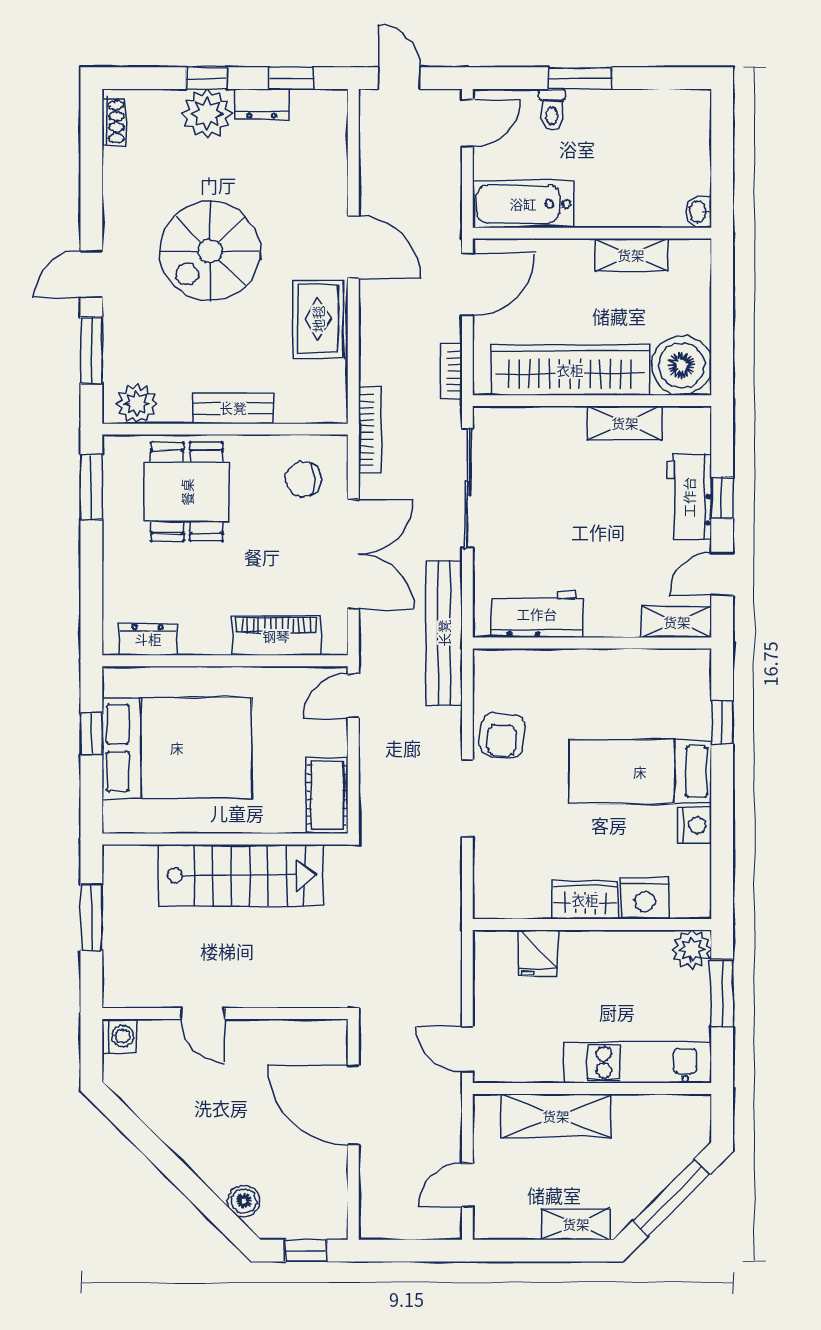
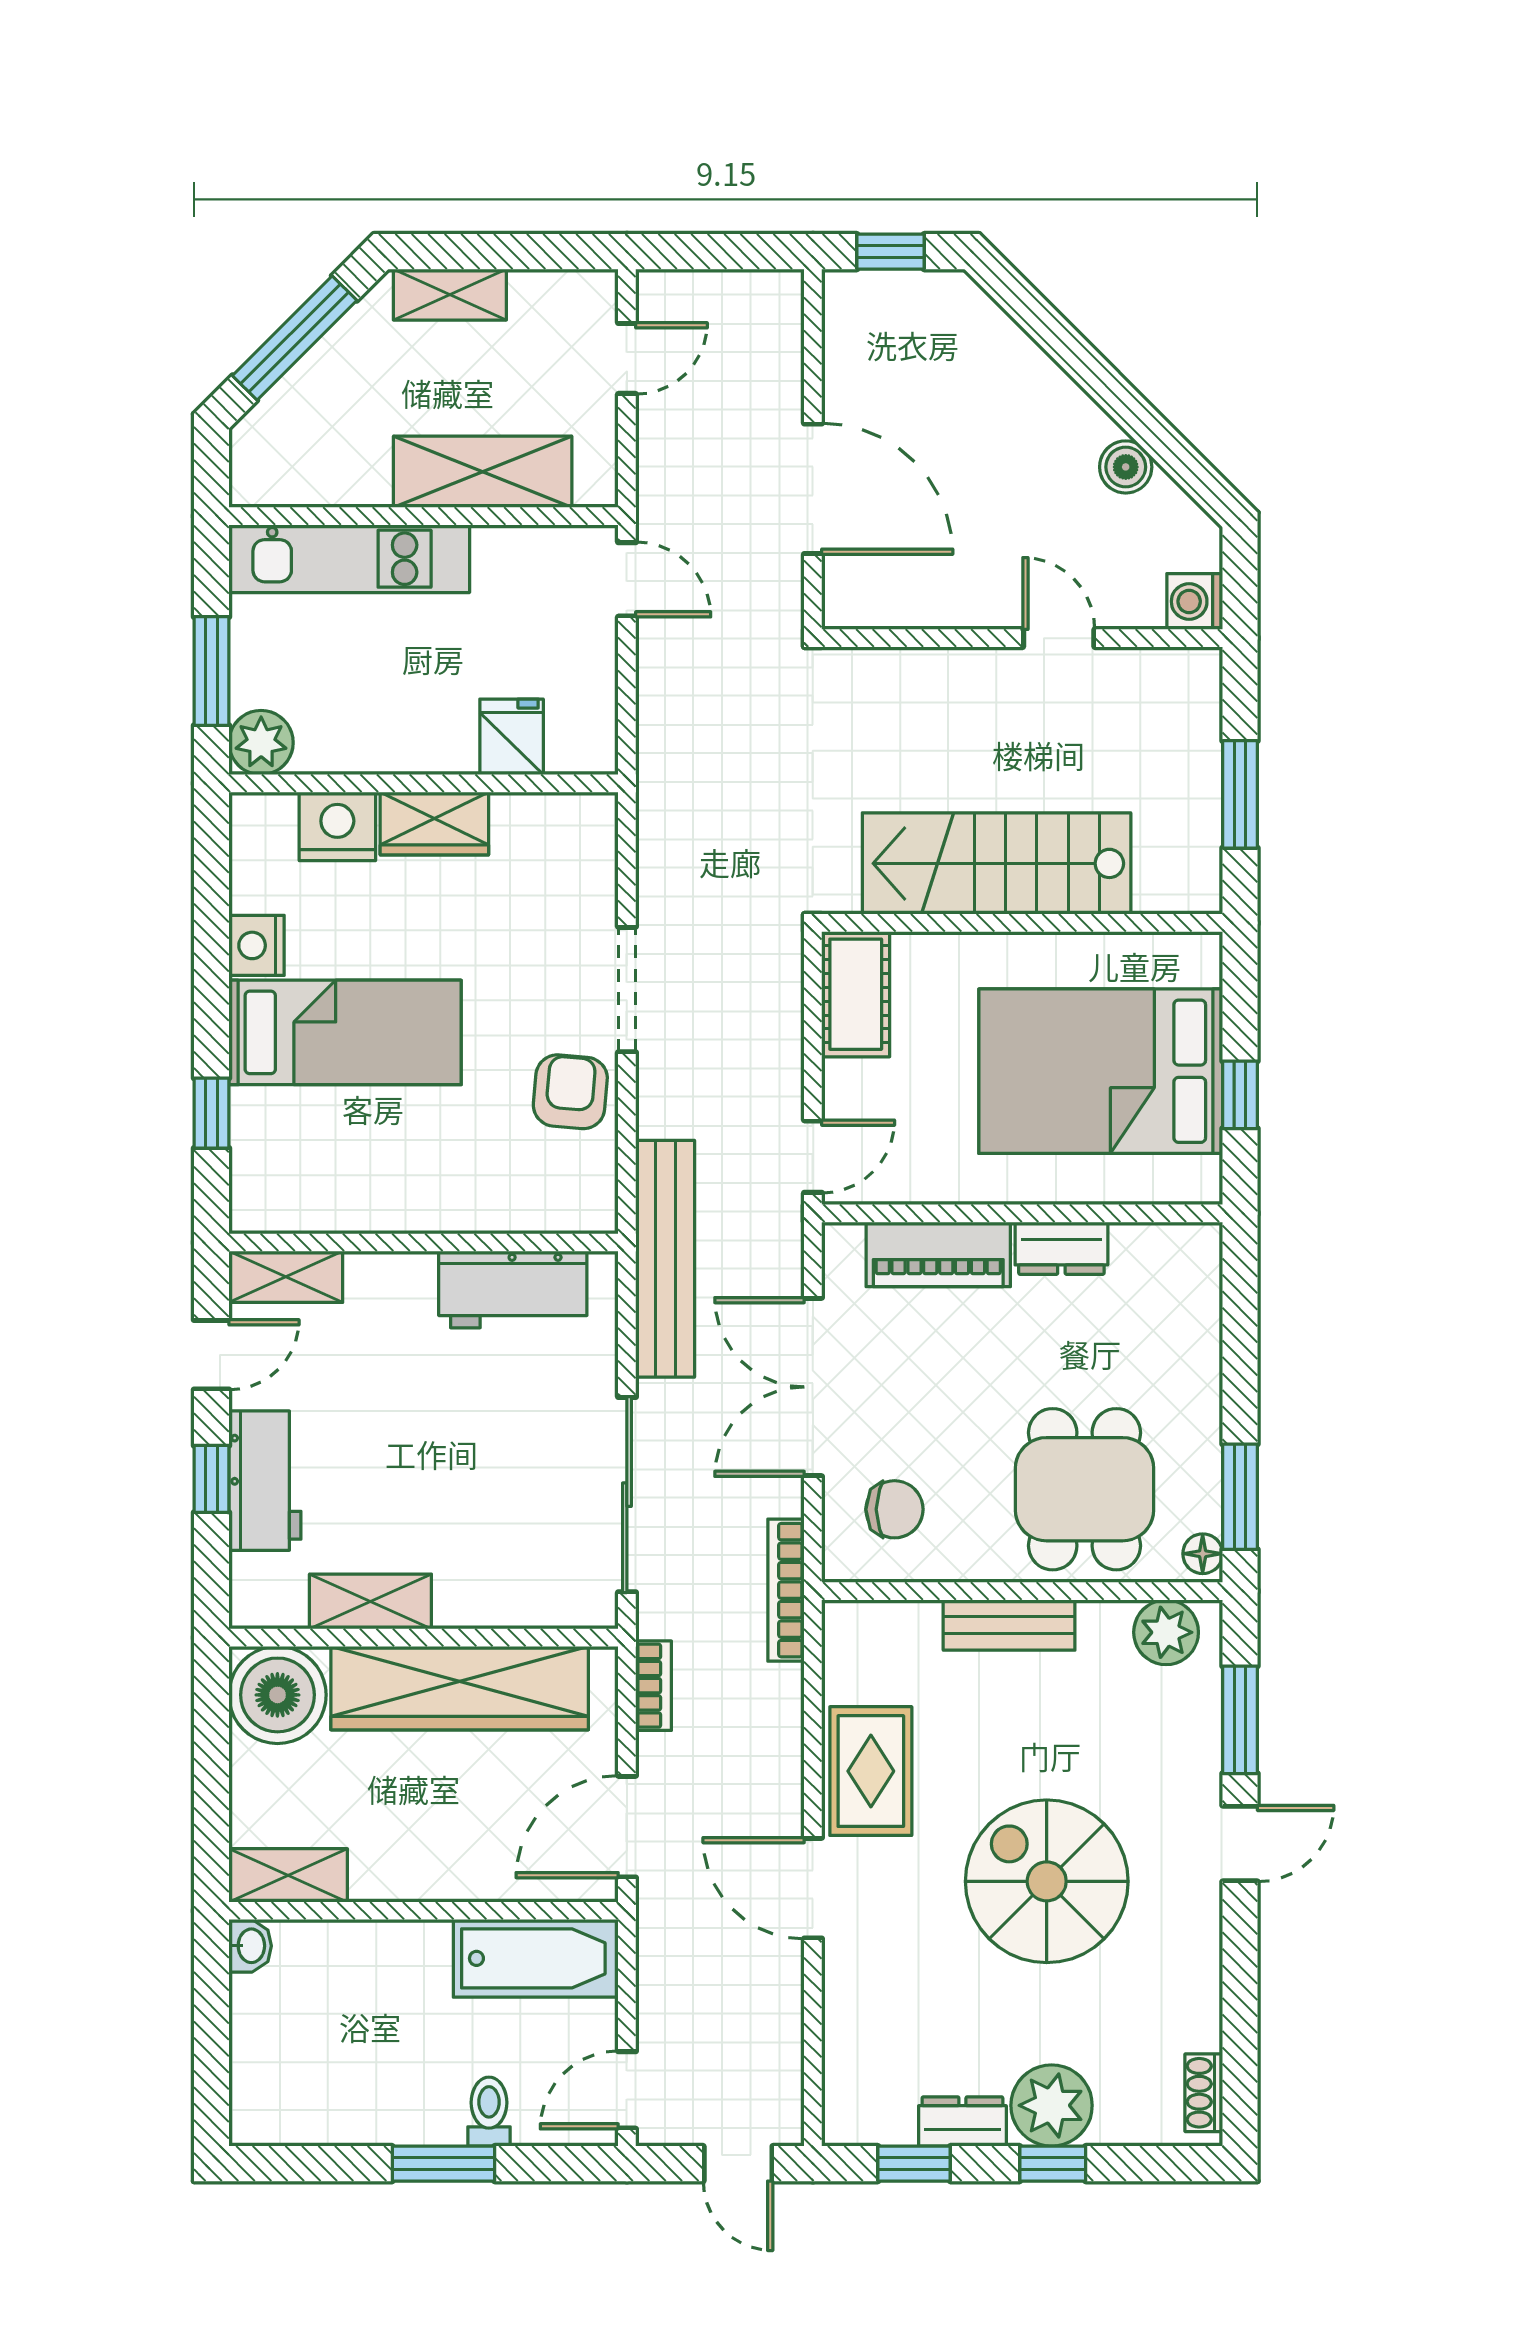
spiral stairs: (210, 251) -> (1047, 1881), turned -90
shelving: (631, 255) -> (288, 1875), moved
floor lamp: (114, 452) -> (1203, 1554), added
dresser: (148, 639) -> (1061, 1248), moved
boiler: (244, 1201) -> (1126, 467), moved

